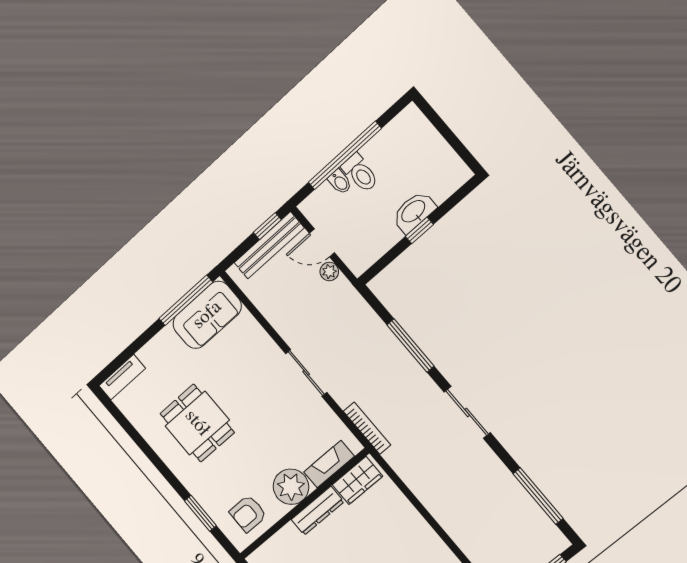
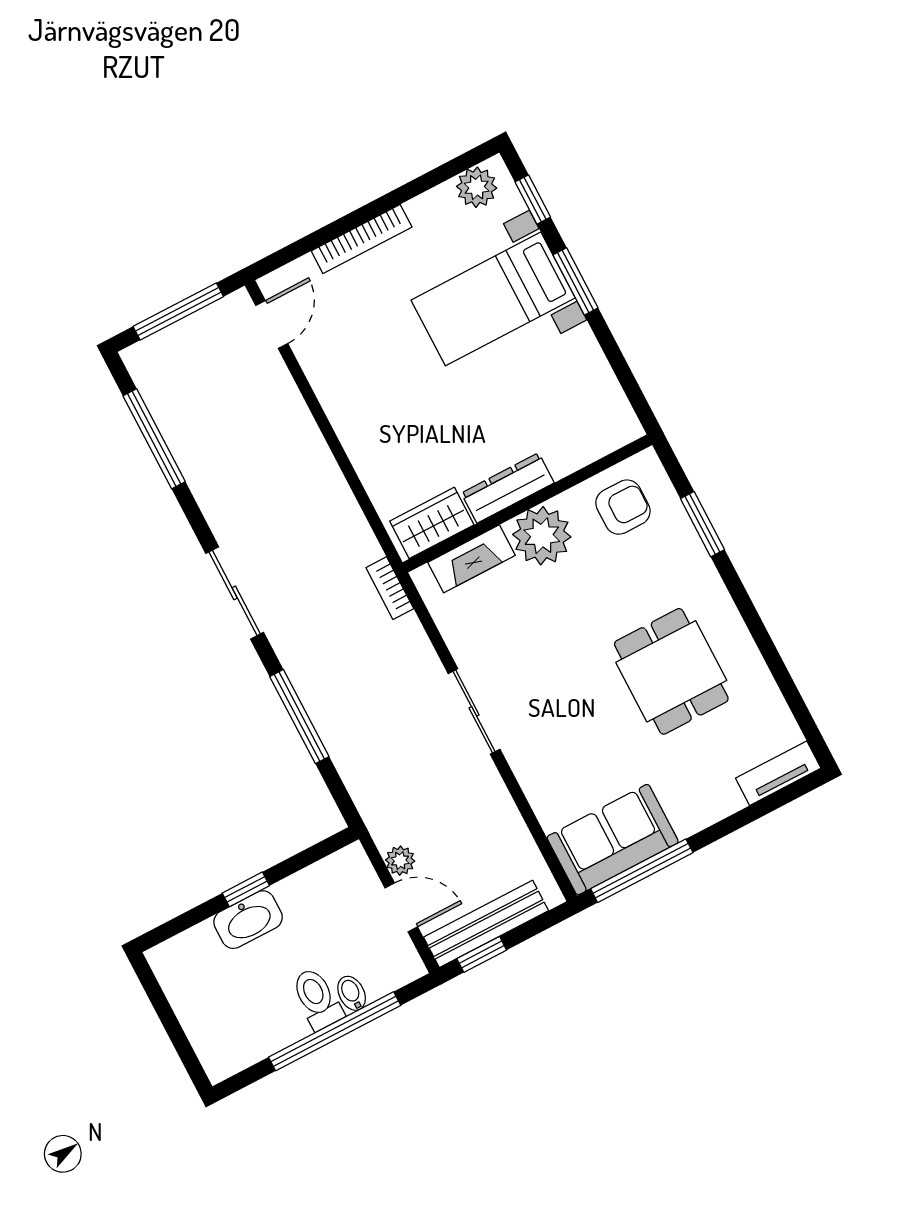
bookcase: (367, 428) -> (390, 588), width x0.64

